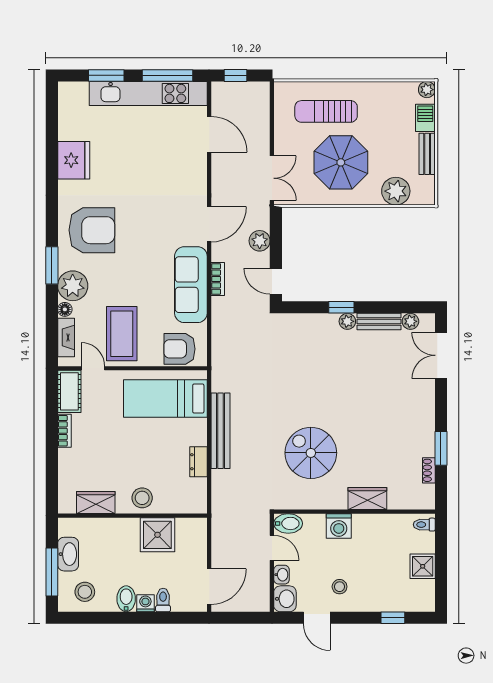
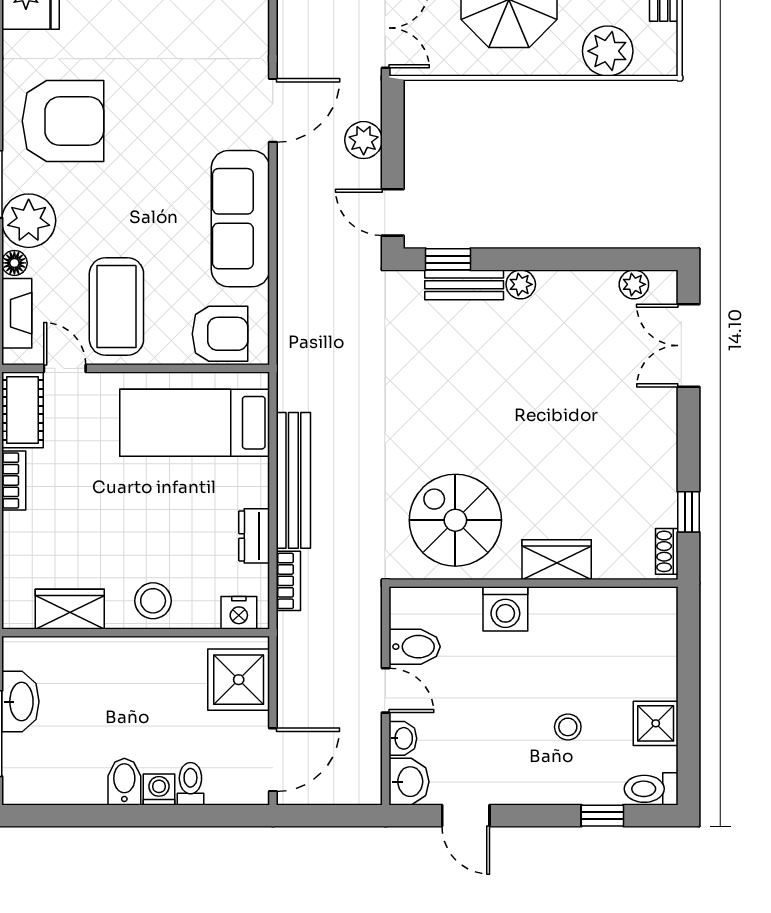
bookcase: (218, 279) -> (288, 581), moved
window: (341, 307) -> (448, 259), moved
bench: (379, 322) -> (464, 285), moved
armchair: (179, 349) -> (220, 334), turned 180
window: (441, 448) -> (688, 512), width x0.67
wardrobe: (367, 499) -> (557, 560), moved
nightstand: (190, 505) -> (239, 613), added
wall: (354, 512) -> (534, 583), moved
toilet: (424, 525) -> (651, 789), moved, width x1.37, depth x1.39
washing machine: (339, 526) -> (505, 609), moved
shower: (157, 535) -> (239, 680), moved
stool: (340, 587) -> (568, 727), moved
stool: (85, 592) -> (50, 769), removed

